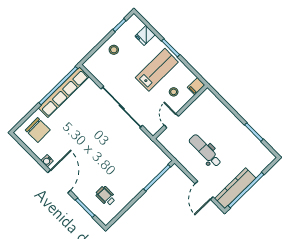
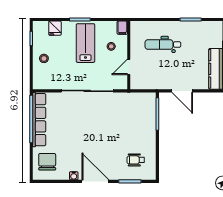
door: (171, 121) -> (129, 67), hinge flipped
chair: (38, 130) -> (47, 162), turned -89
dental chair: (205, 151) -> (163, 44), moved
door: (204, 190) -> (182, 91), moved

